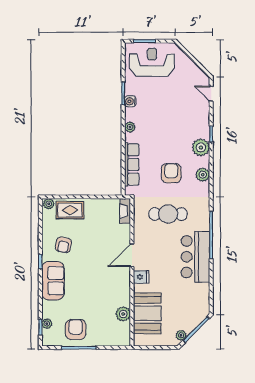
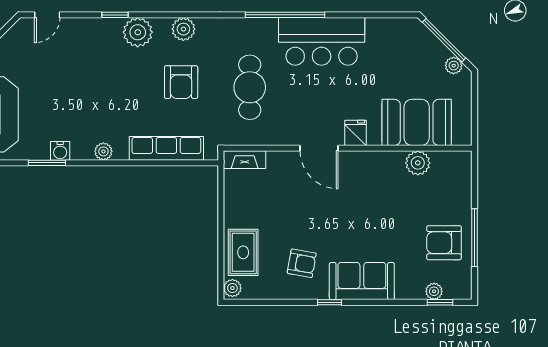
armchair: (171, 173) -> (181, 82), turned -90

